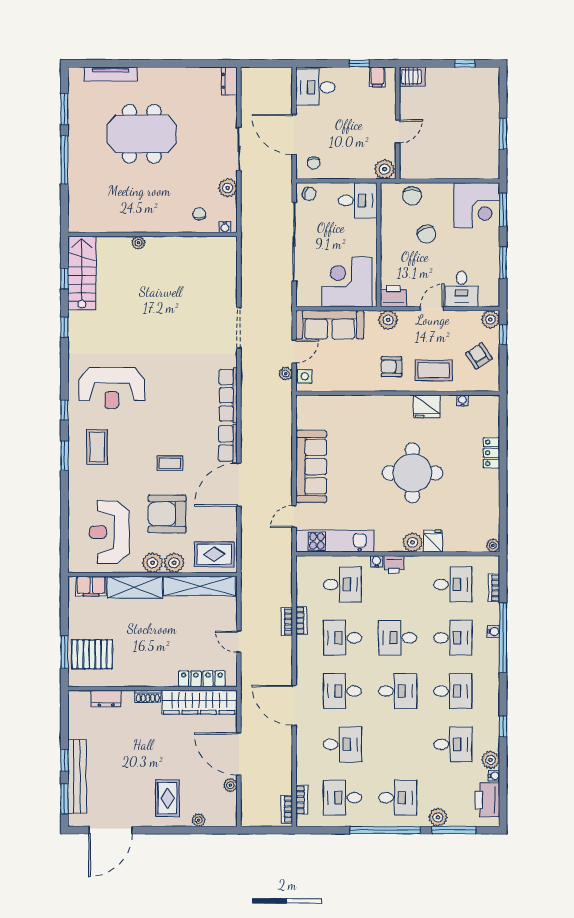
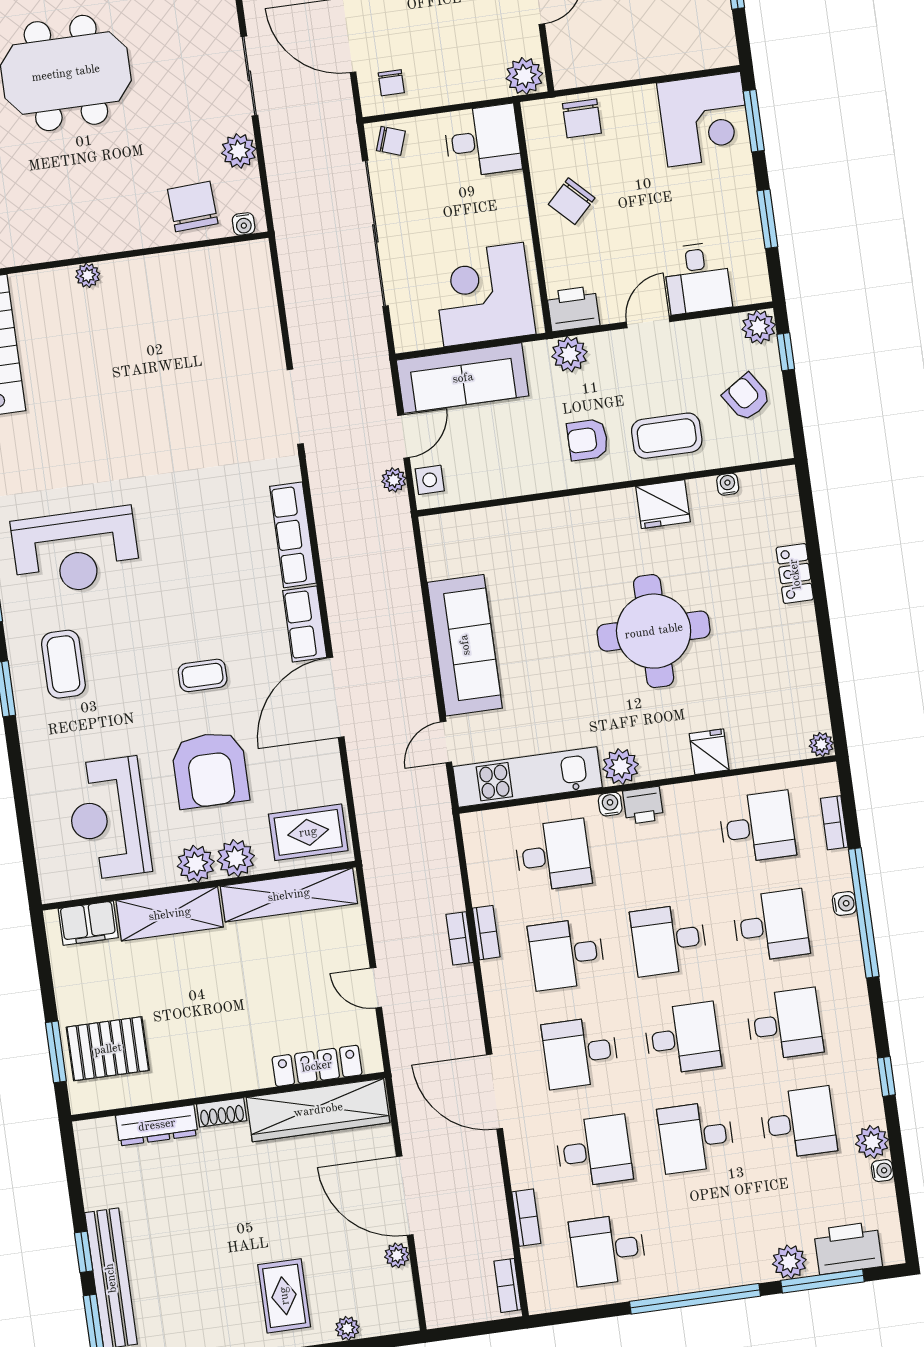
chair: (199, 214) -> (193, 206), width x1.87, depth x1.87
chair: (426, 234) -> (572, 201), moved, turned 69
armchair: (167, 514) -> (210, 770), turned -90
plant: (413, 542) -> (621, 767), moved
dresser: (106, 698) -> (157, 1125), width x1.44
desk: (398, 798) -> (696, 1137), moved, turned 180
bookcase: (302, 800) -> (526, 1218), moved
printer: (487, 800) -> (848, 1248), moved, turned 90

